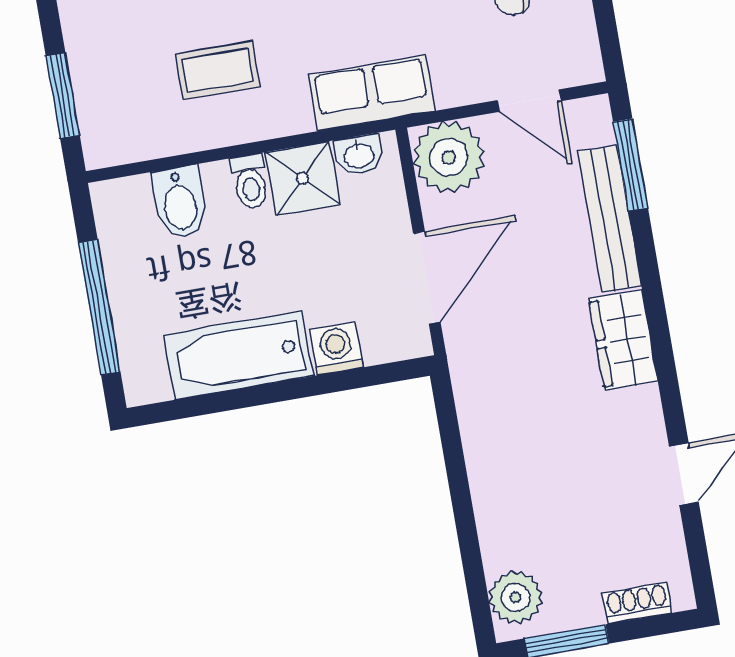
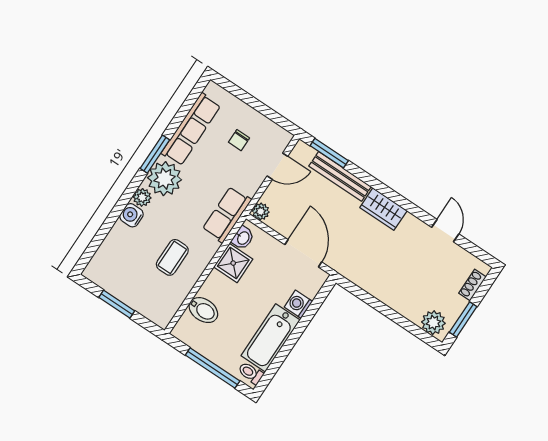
window: (63, 96) -> (117, 304), moved
plant: (449, 157) -> (261, 212), width x0.53, depth x0.53
toilet: (250, 182) -> (251, 373), moved, turned 180

